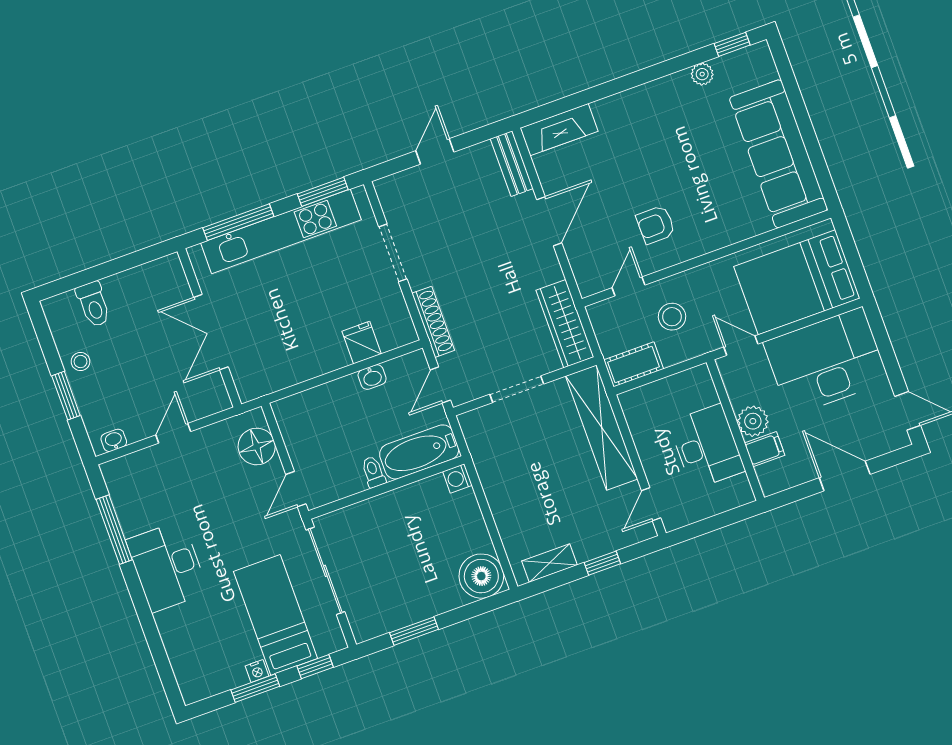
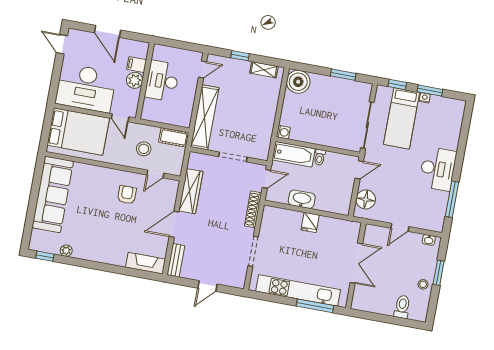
window: (323, 192) -> (269, 297), removed
armchair: (656, 225) -> (127, 195), turned -89
wardrobe: (565, 324) -> (191, 191), moved
fridge: (362, 343) -> (310, 222), moved
washbasin: (372, 377) -> (302, 199), width x1.91, depth x1.45

